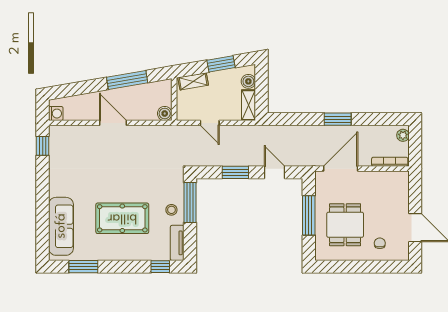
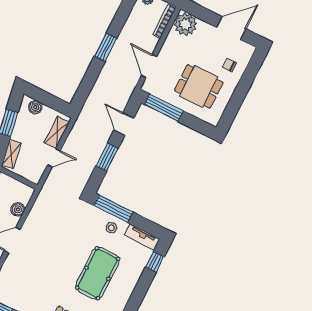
shelving: (248, 105) -> (57, 132), moved, turned 90
boiler: (165, 113) -> (18, 209), moved
door: (341, 169) -> (149, 66), width x0.73
door: (274, 172) -> (124, 124), hinge flipped
plant: (397, 183) -> (185, 24), added
window: (309, 215) -> (164, 108), moved

